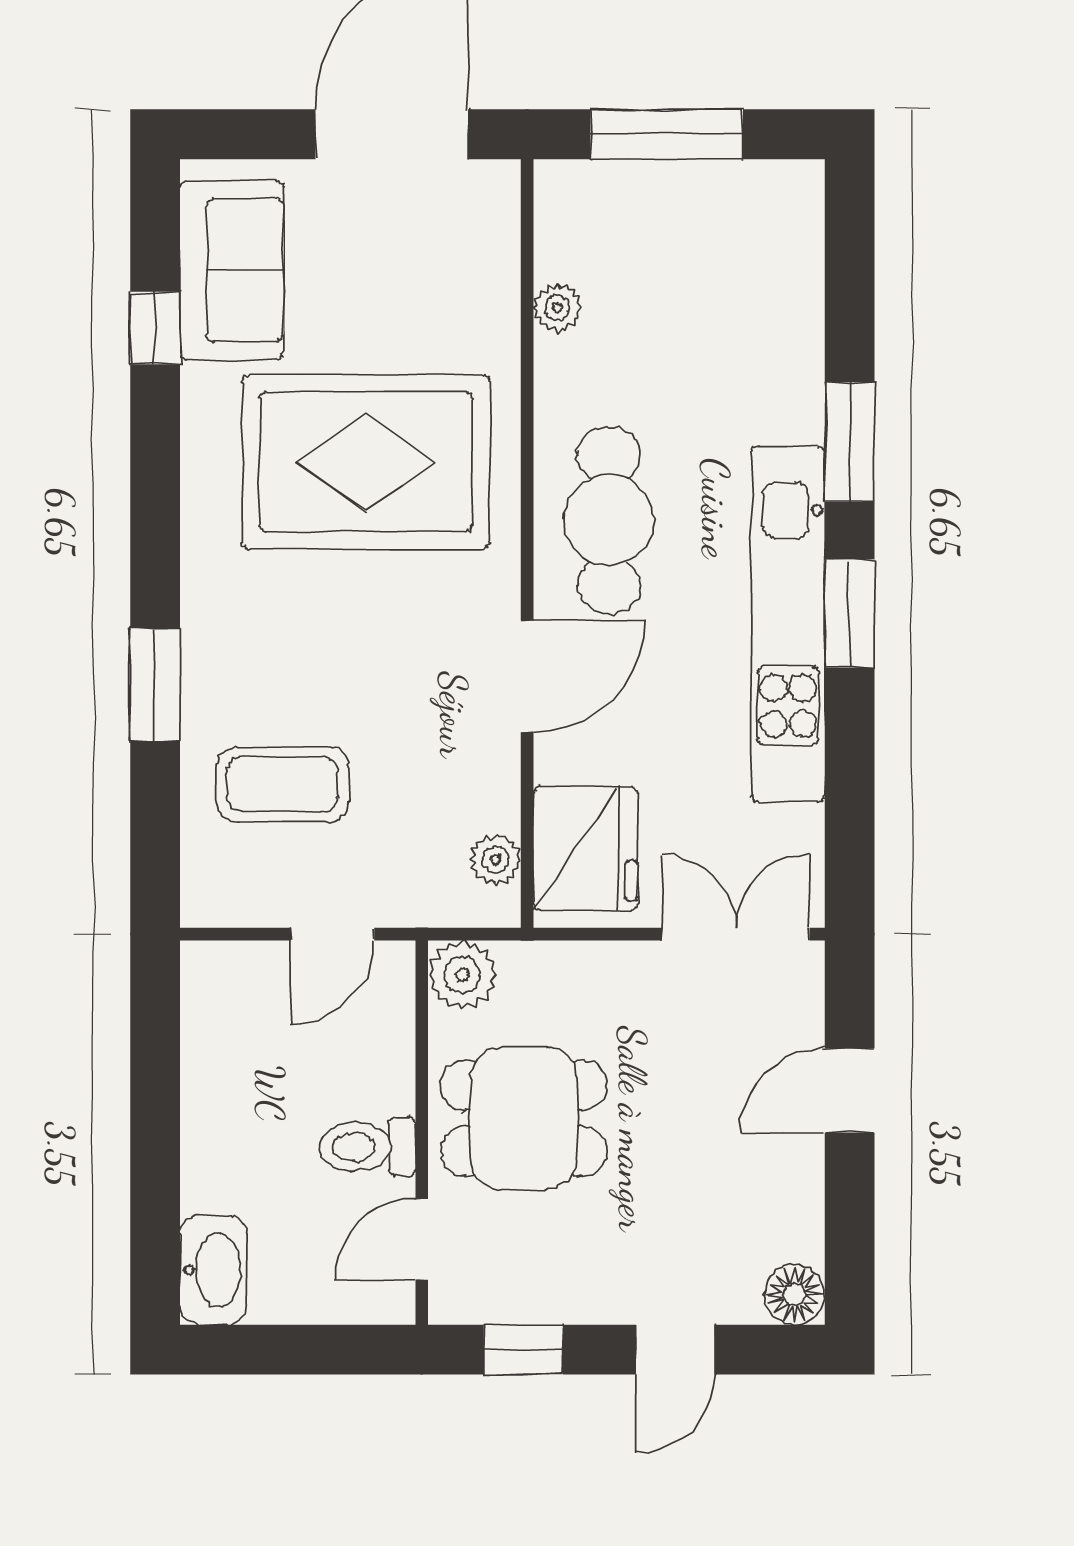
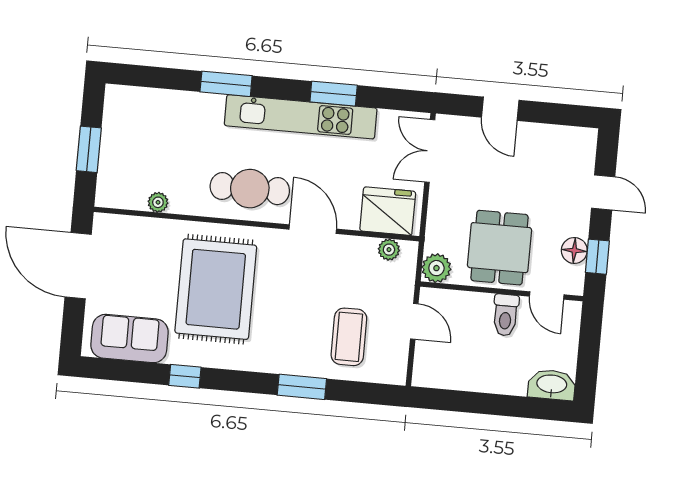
window: (667, 134) -> (89, 149), width x0.69
window: (155, 328) -> (185, 376), moved
window: (850, 613) -> (334, 94), moved
floor lamp: (794, 1294) -> (574, 250), moved

